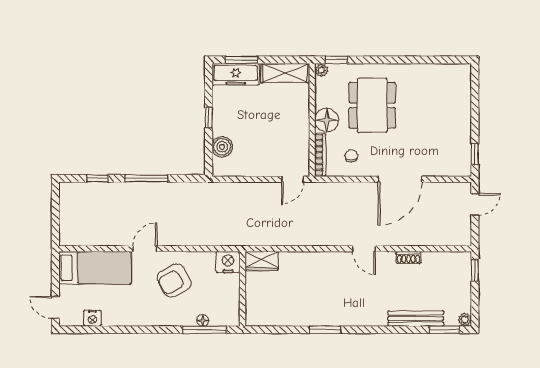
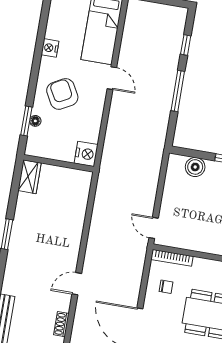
floor lamp: (327, 120) -> (204, 269), removed
wardrobe: (262, 261) -> (29, 177), moved, turned 180
armchair: (174, 281) -> (62, 94), moved
nightstand: (92, 318) -> (50, 48), moved
window: (204, 330) -> (26, 121), width x0.69

